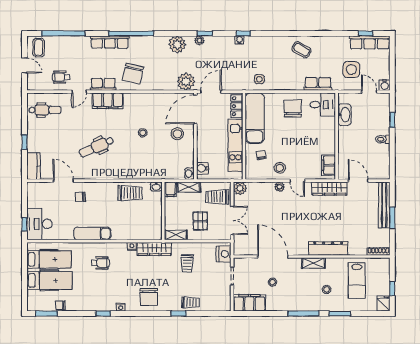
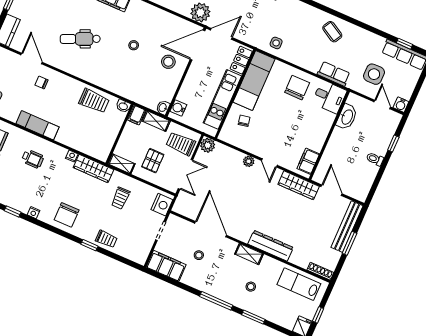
stool: (280, 168) -> (257, 142), removed
lab bench: (357, 281) -> (299, 284), moved, turned 90

